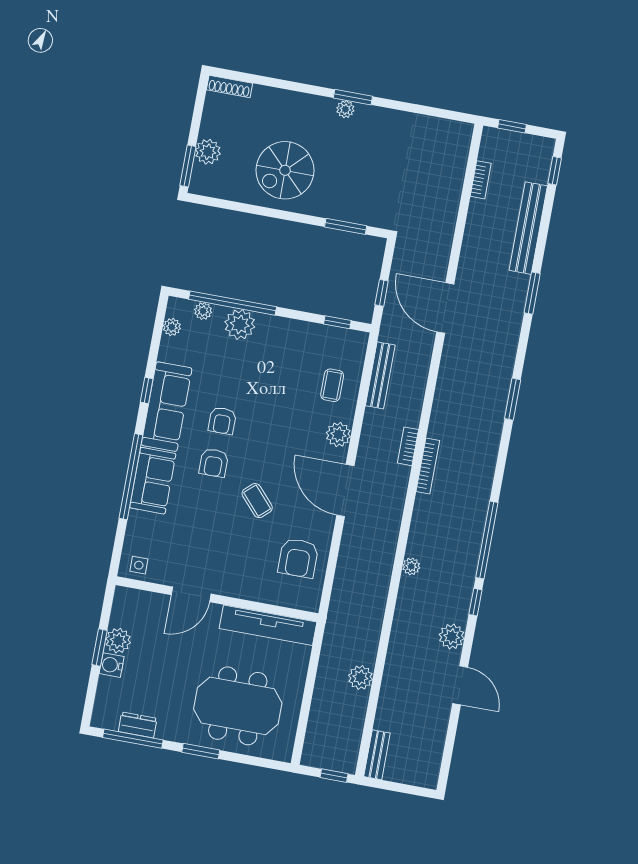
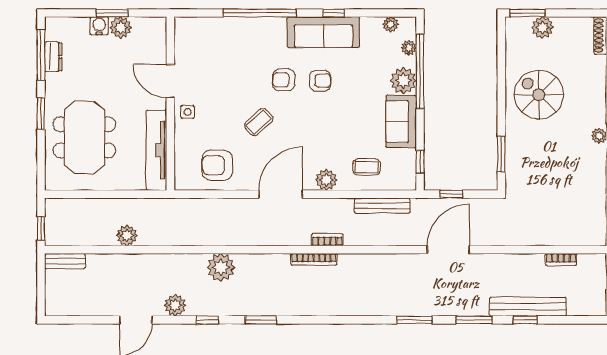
window: (555, 171) -> (525, 320), moved
window: (513, 399) -> (414, 320), moved
armchair: (222, 421) -> (320, 81), turned 180
sofa: (153, 481) -> (401, 121), moved, turned 90
window: (487, 540) -> (261, 320), width x0.47
side table: (139, 565) -> (188, 112), moved
plant: (411, 566) -> (221, 267), width x1.87, depth x1.87

